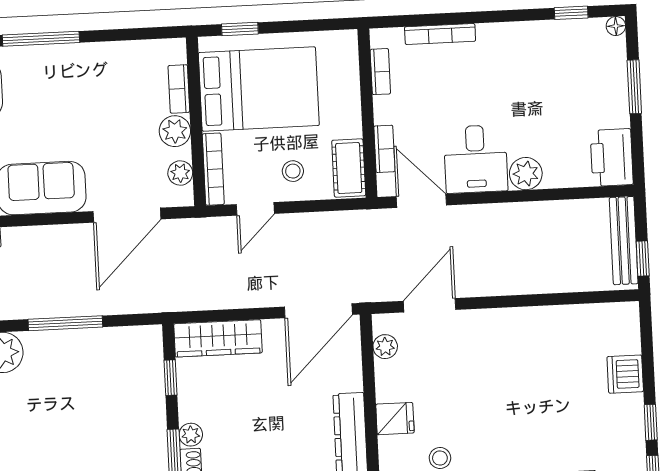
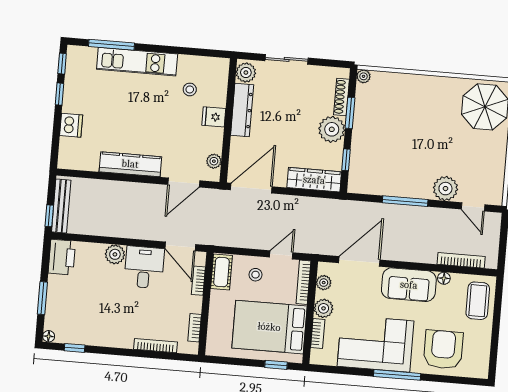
corner sofa: (83, 85) -> (375, 344), added
window: (643, 258) -> (49, 216), moved
kitchen counter: (520, 323) -> (130, 164), added
plant: (191, 435) -> (332, 129), width x1.88, depth x1.88

